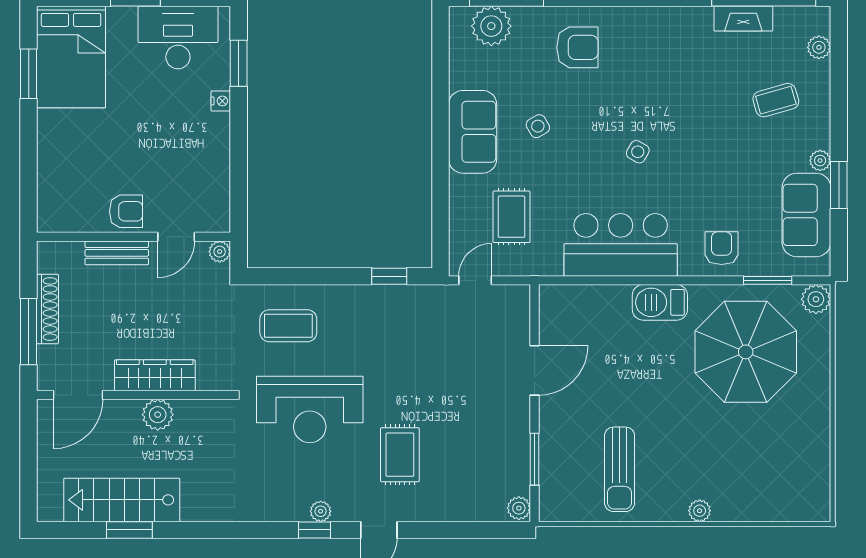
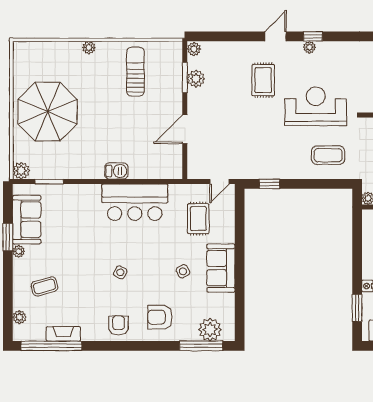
side table: (638, 152) -> (120, 272), moved
armchair: (722, 248) -> (118, 326), moved, turned 180
barbecue: (660, 302) -> (116, 171), width x0.73, depth x0.79
parasol: (746, 352) -> (48, 112), moved
plant: (515, 457) -> (196, 79), added

